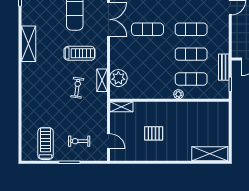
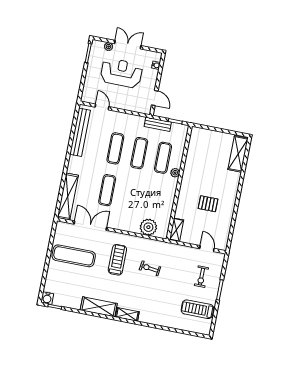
shelving: (102, 80) -> (127, 314), moved
pallet: (154, 133) -> (208, 204), turned 90
door: (108, 141) -> (207, 249), hinge flipped

